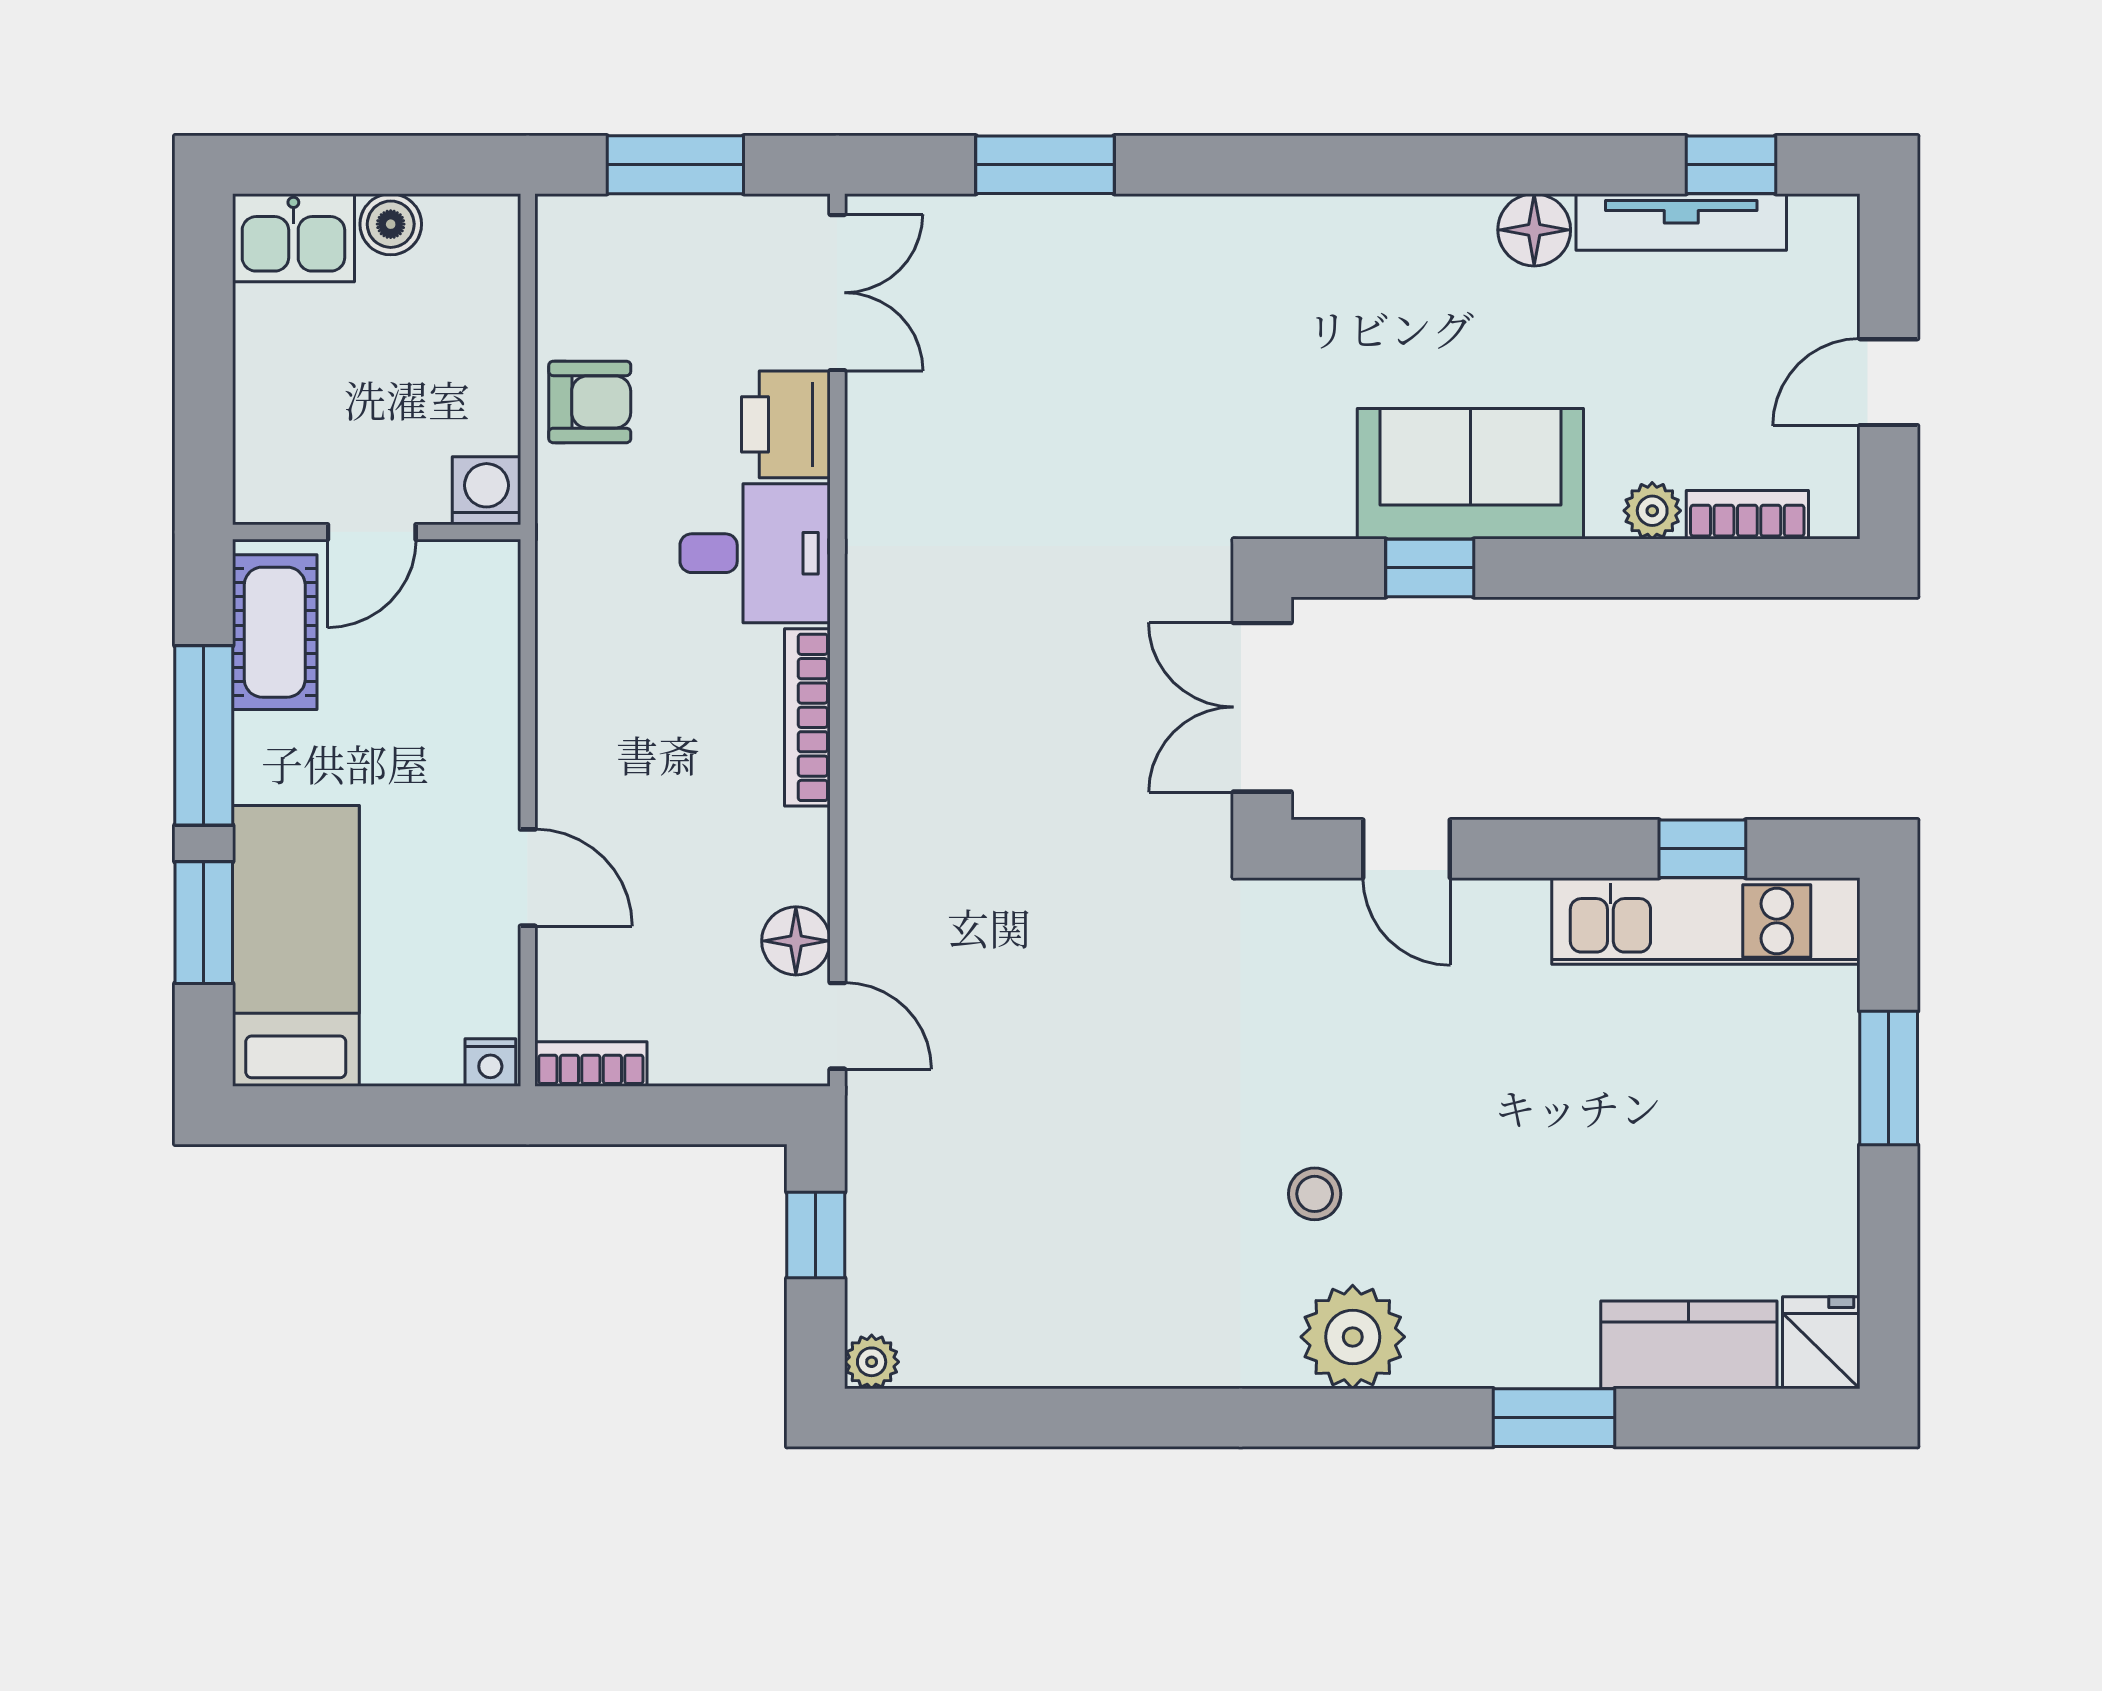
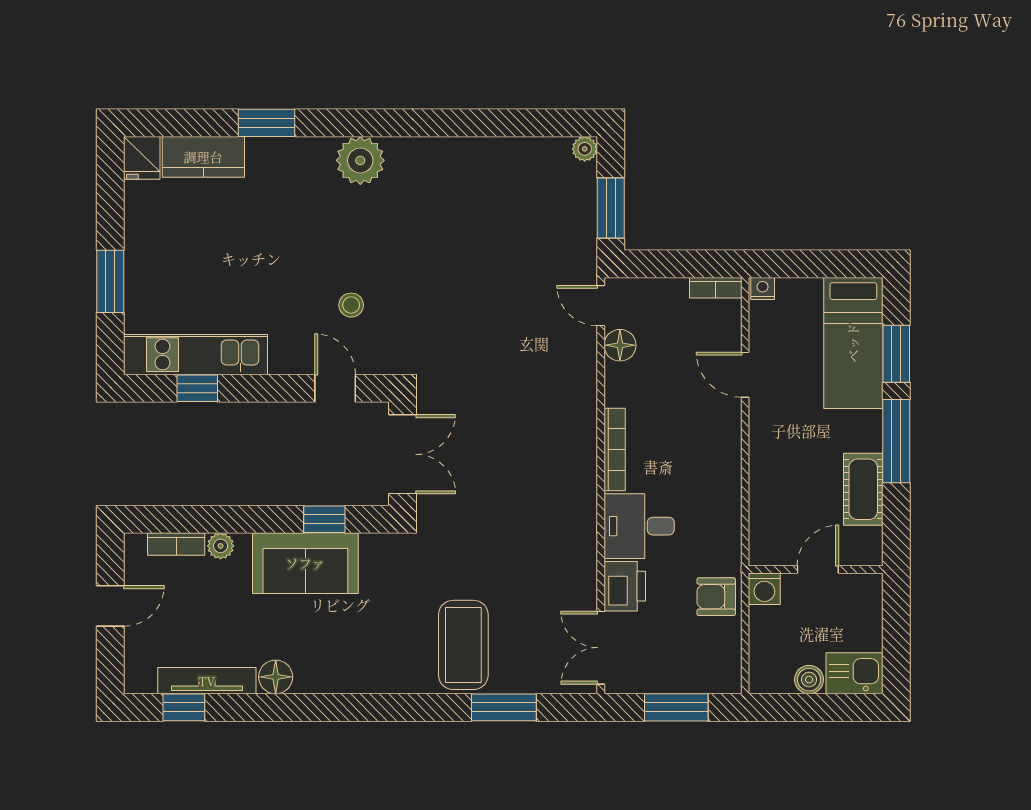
coffee table: (1132, 299) -> (463, 645), added
washing machine: (486, 491) -> (764, 589), moved
door: (372, 532) -> (818, 570), moved
wall: (377, 532) -> (816, 570), moved
stool: (1315, 1194) -> (351, 305), moved
window: (816, 1235) -> (611, 208), width x1.50

